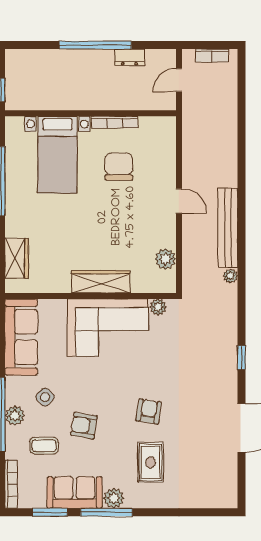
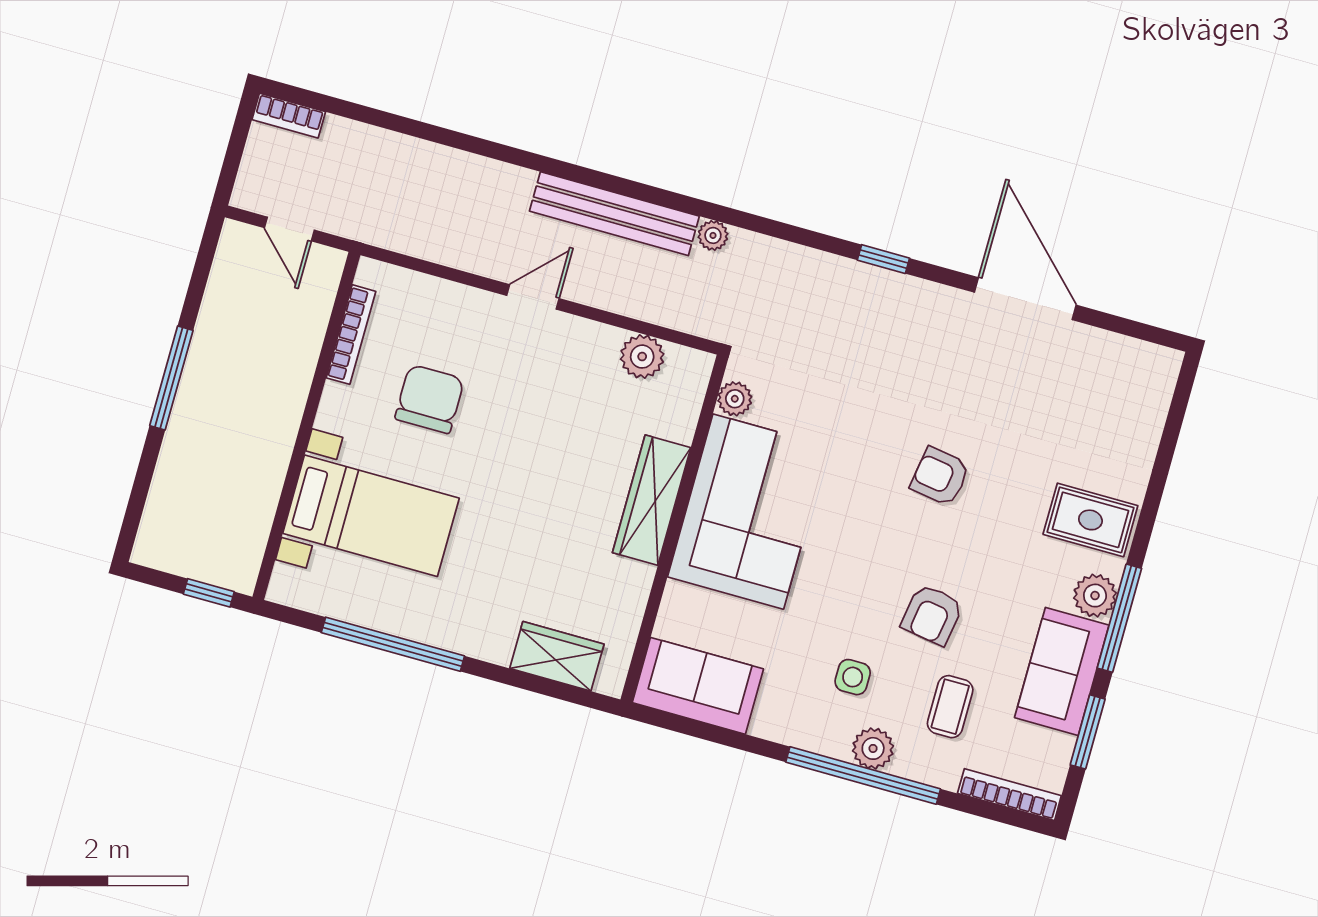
window: (95, 45) -> (171, 378), width x0.68
bookcase: (212, 55) -> (289, 116), moved, turned 90
dresser: (129, 57) -> (215, 316), removed
bookcase: (115, 122) -> (351, 335), moved
chair: (119, 167) -> (430, 399), turned 90
sofa: (21, 337) -> (698, 686), width x0.73
side table: (45, 397) -> (853, 677), turned 45
rug: (151, 462) -> (1090, 520), moved

